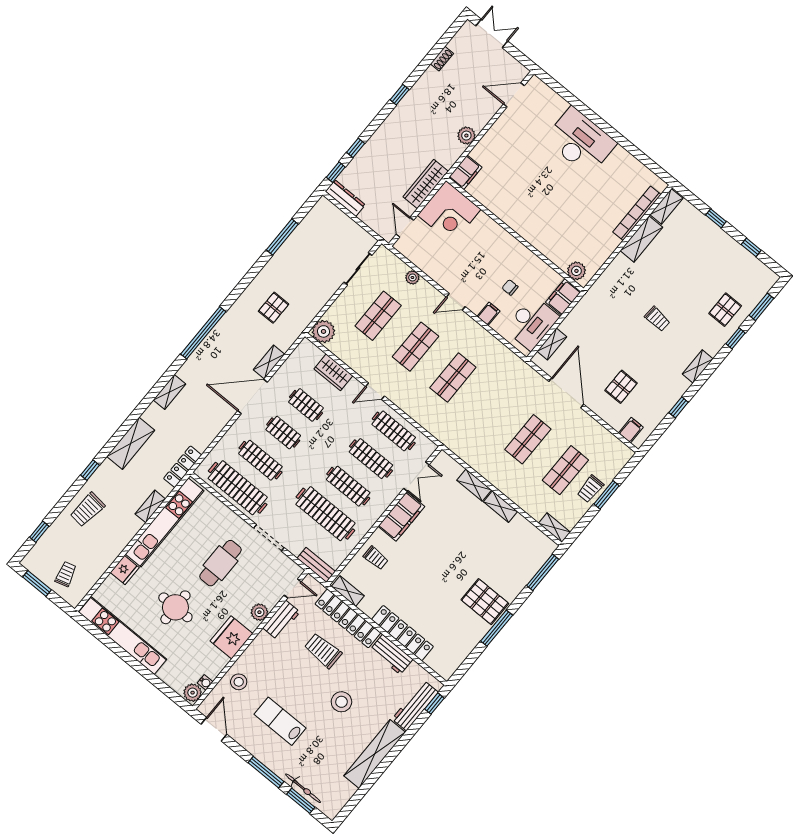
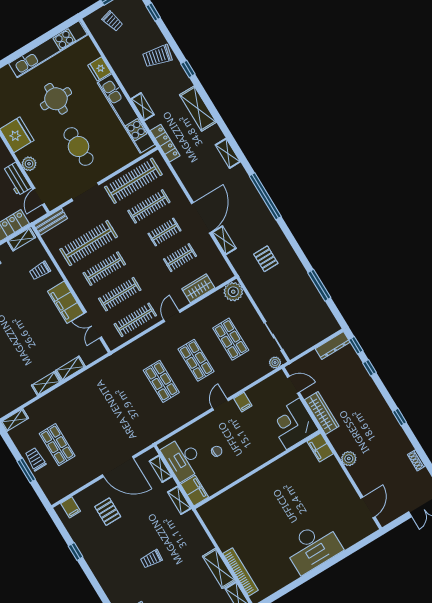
plant: (576, 271) -> (212, 508), removed
plant: (412, 277) -> (275, 363), moved
filing cabinet: (488, 314) -> (243, 402), moved
shelving: (698, 367) -> (179, 500), moved
shop shelf: (528, 439) -> (92, 424), removed
trolley: (87, 510) -> (157, 56), turned -83

